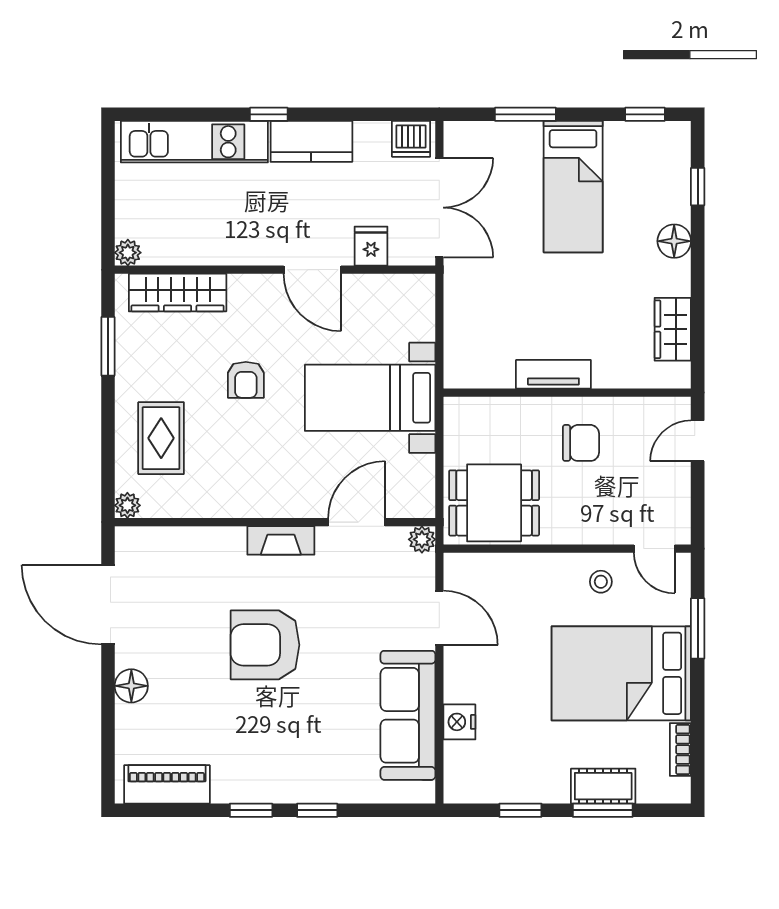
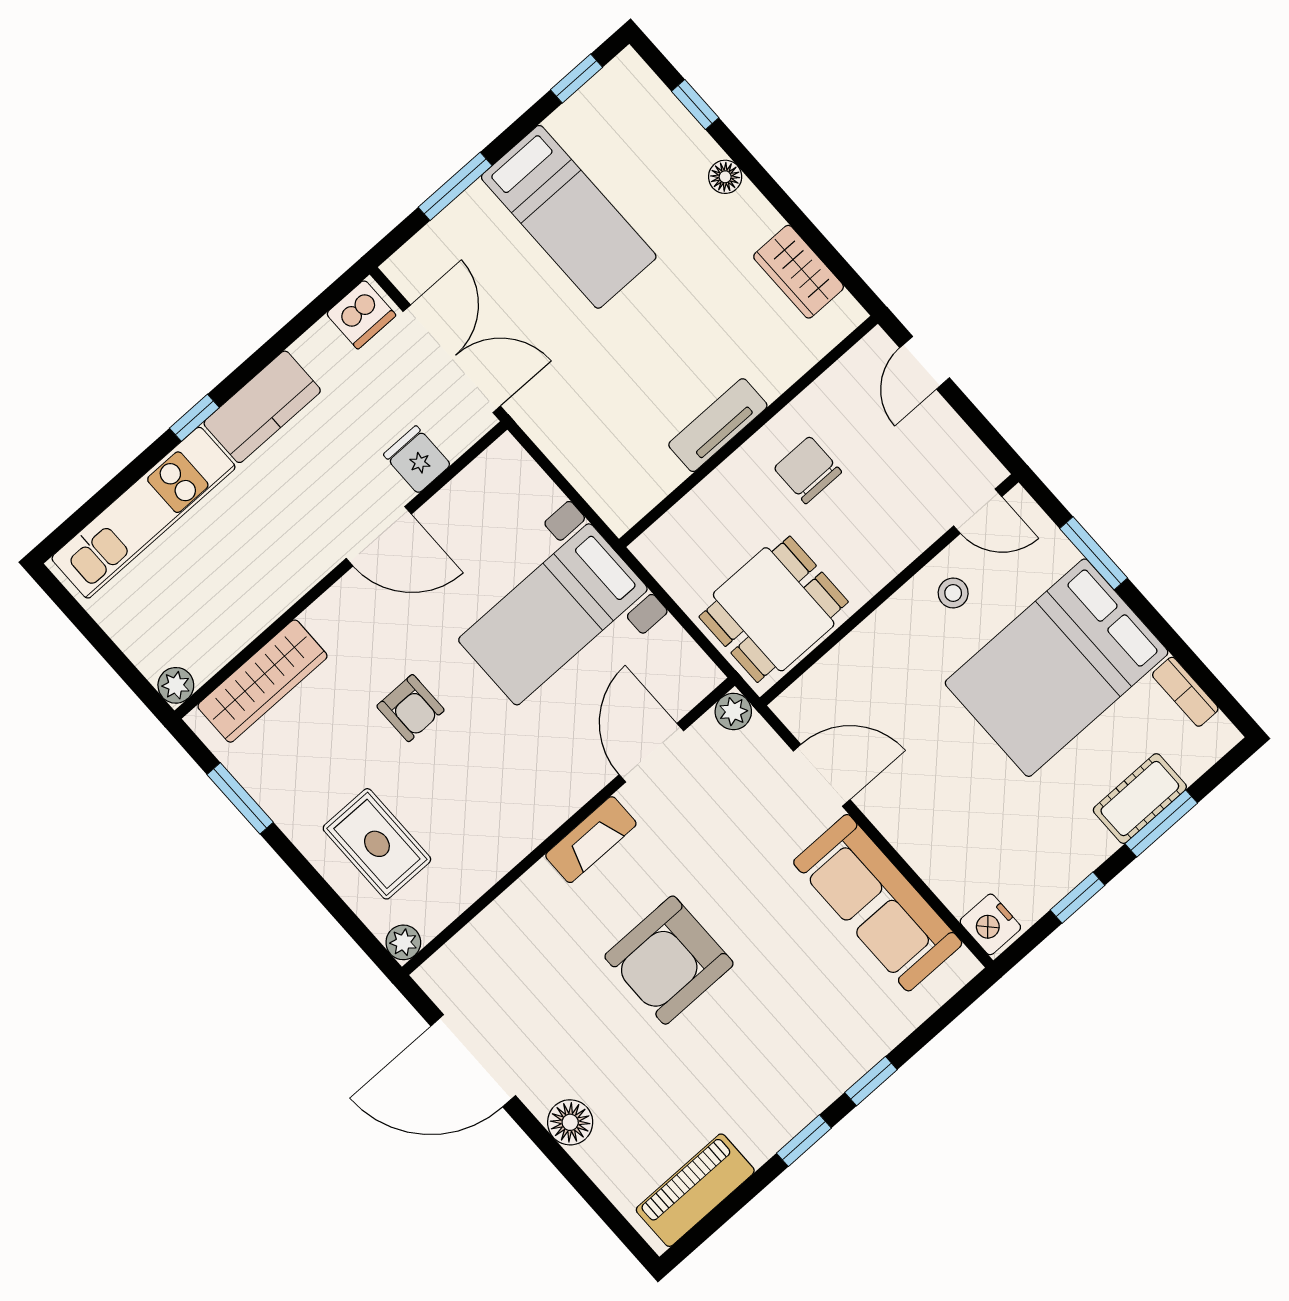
floor lamp: (674, 241) -> (725, 177), width x0.73, depth x0.73
chair: (581, 443) -> (808, 470), turned -90
nightstand: (459, 722) -> (990, 924), moved

